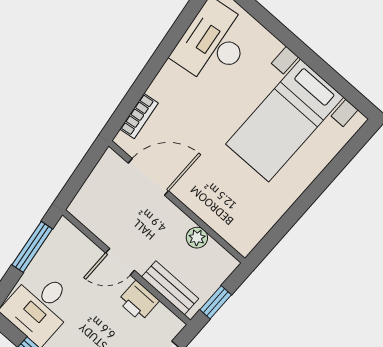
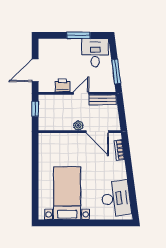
door: (148, 177) -> (97, 132), hinge flipped
plant: (197, 238) -> (78, 125), moved
bench: (170, 288) -> (103, 100), moved

